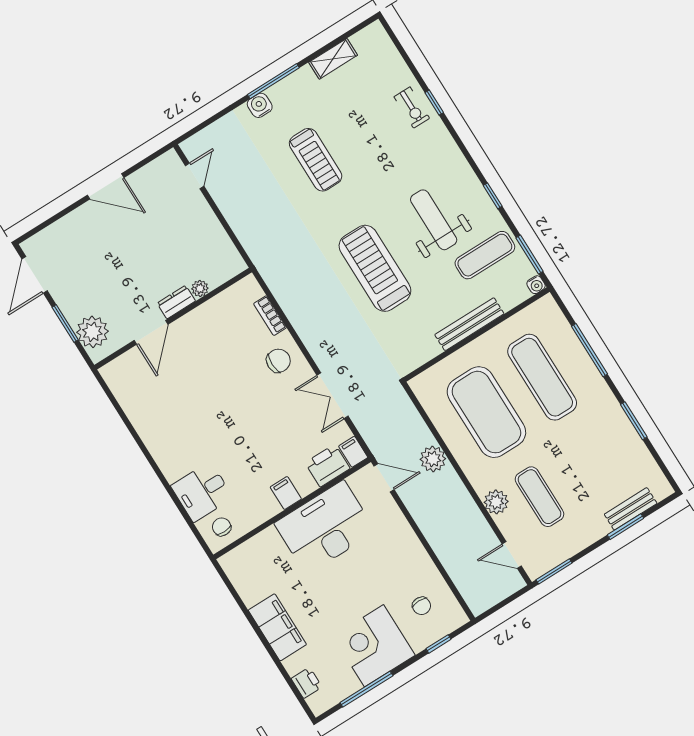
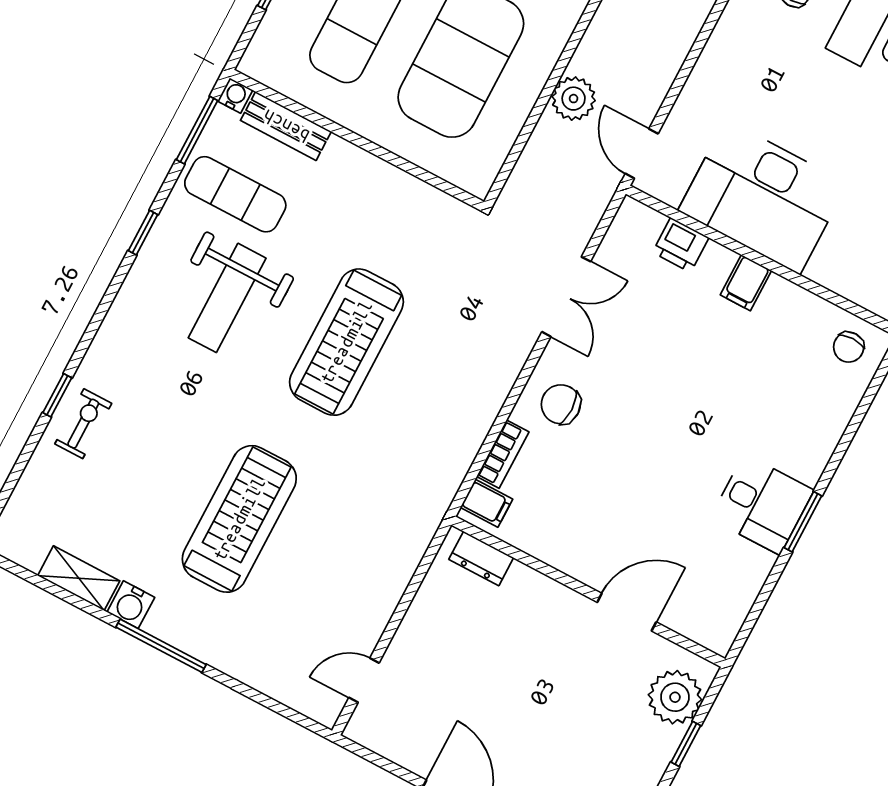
water cooler: (260, 105) -> (131, 605), moved
treadmill: (316, 160) -> (239, 519), width x1.37, depth x1.38
plant: (200, 288) -> (522, 578), removed
dresser: (176, 302) -> (481, 558), moved
window: (65, 323) -> (686, 744), width x0.67
bench: (469, 324) -> (286, 126), moved, width x0.73
window: (145, 451) -> (803, 522), added
filing cabinet: (353, 452) -> (486, 503), moved, turned -90
printer: (327, 466) -> (681, 245), width x0.73, depth x0.81
desk: (202, 492) -> (762, 504), moved

